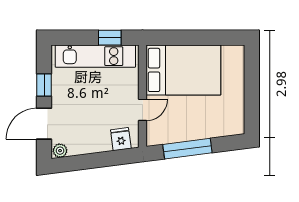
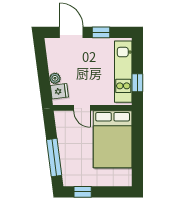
window: (252, 109) -> (83, 192), added
window: (187, 149) -> (54, 158), moved
plant: (60, 151) -> (55, 78), moved

